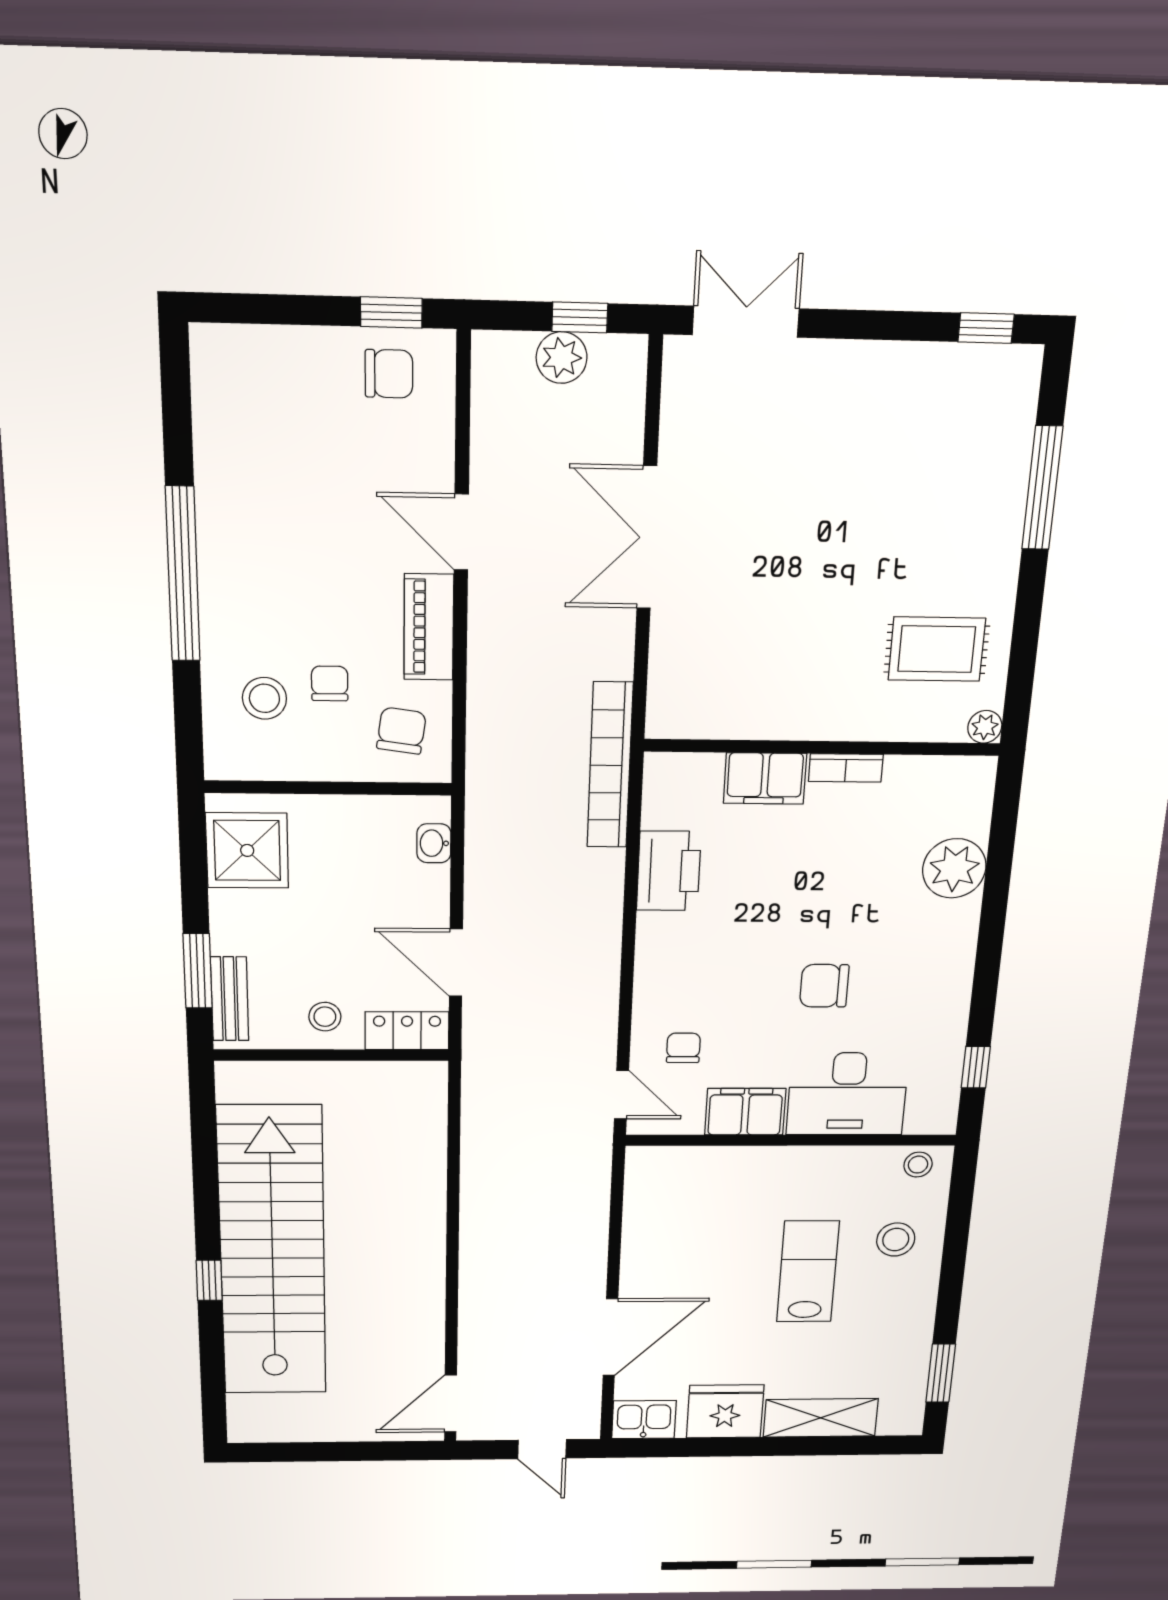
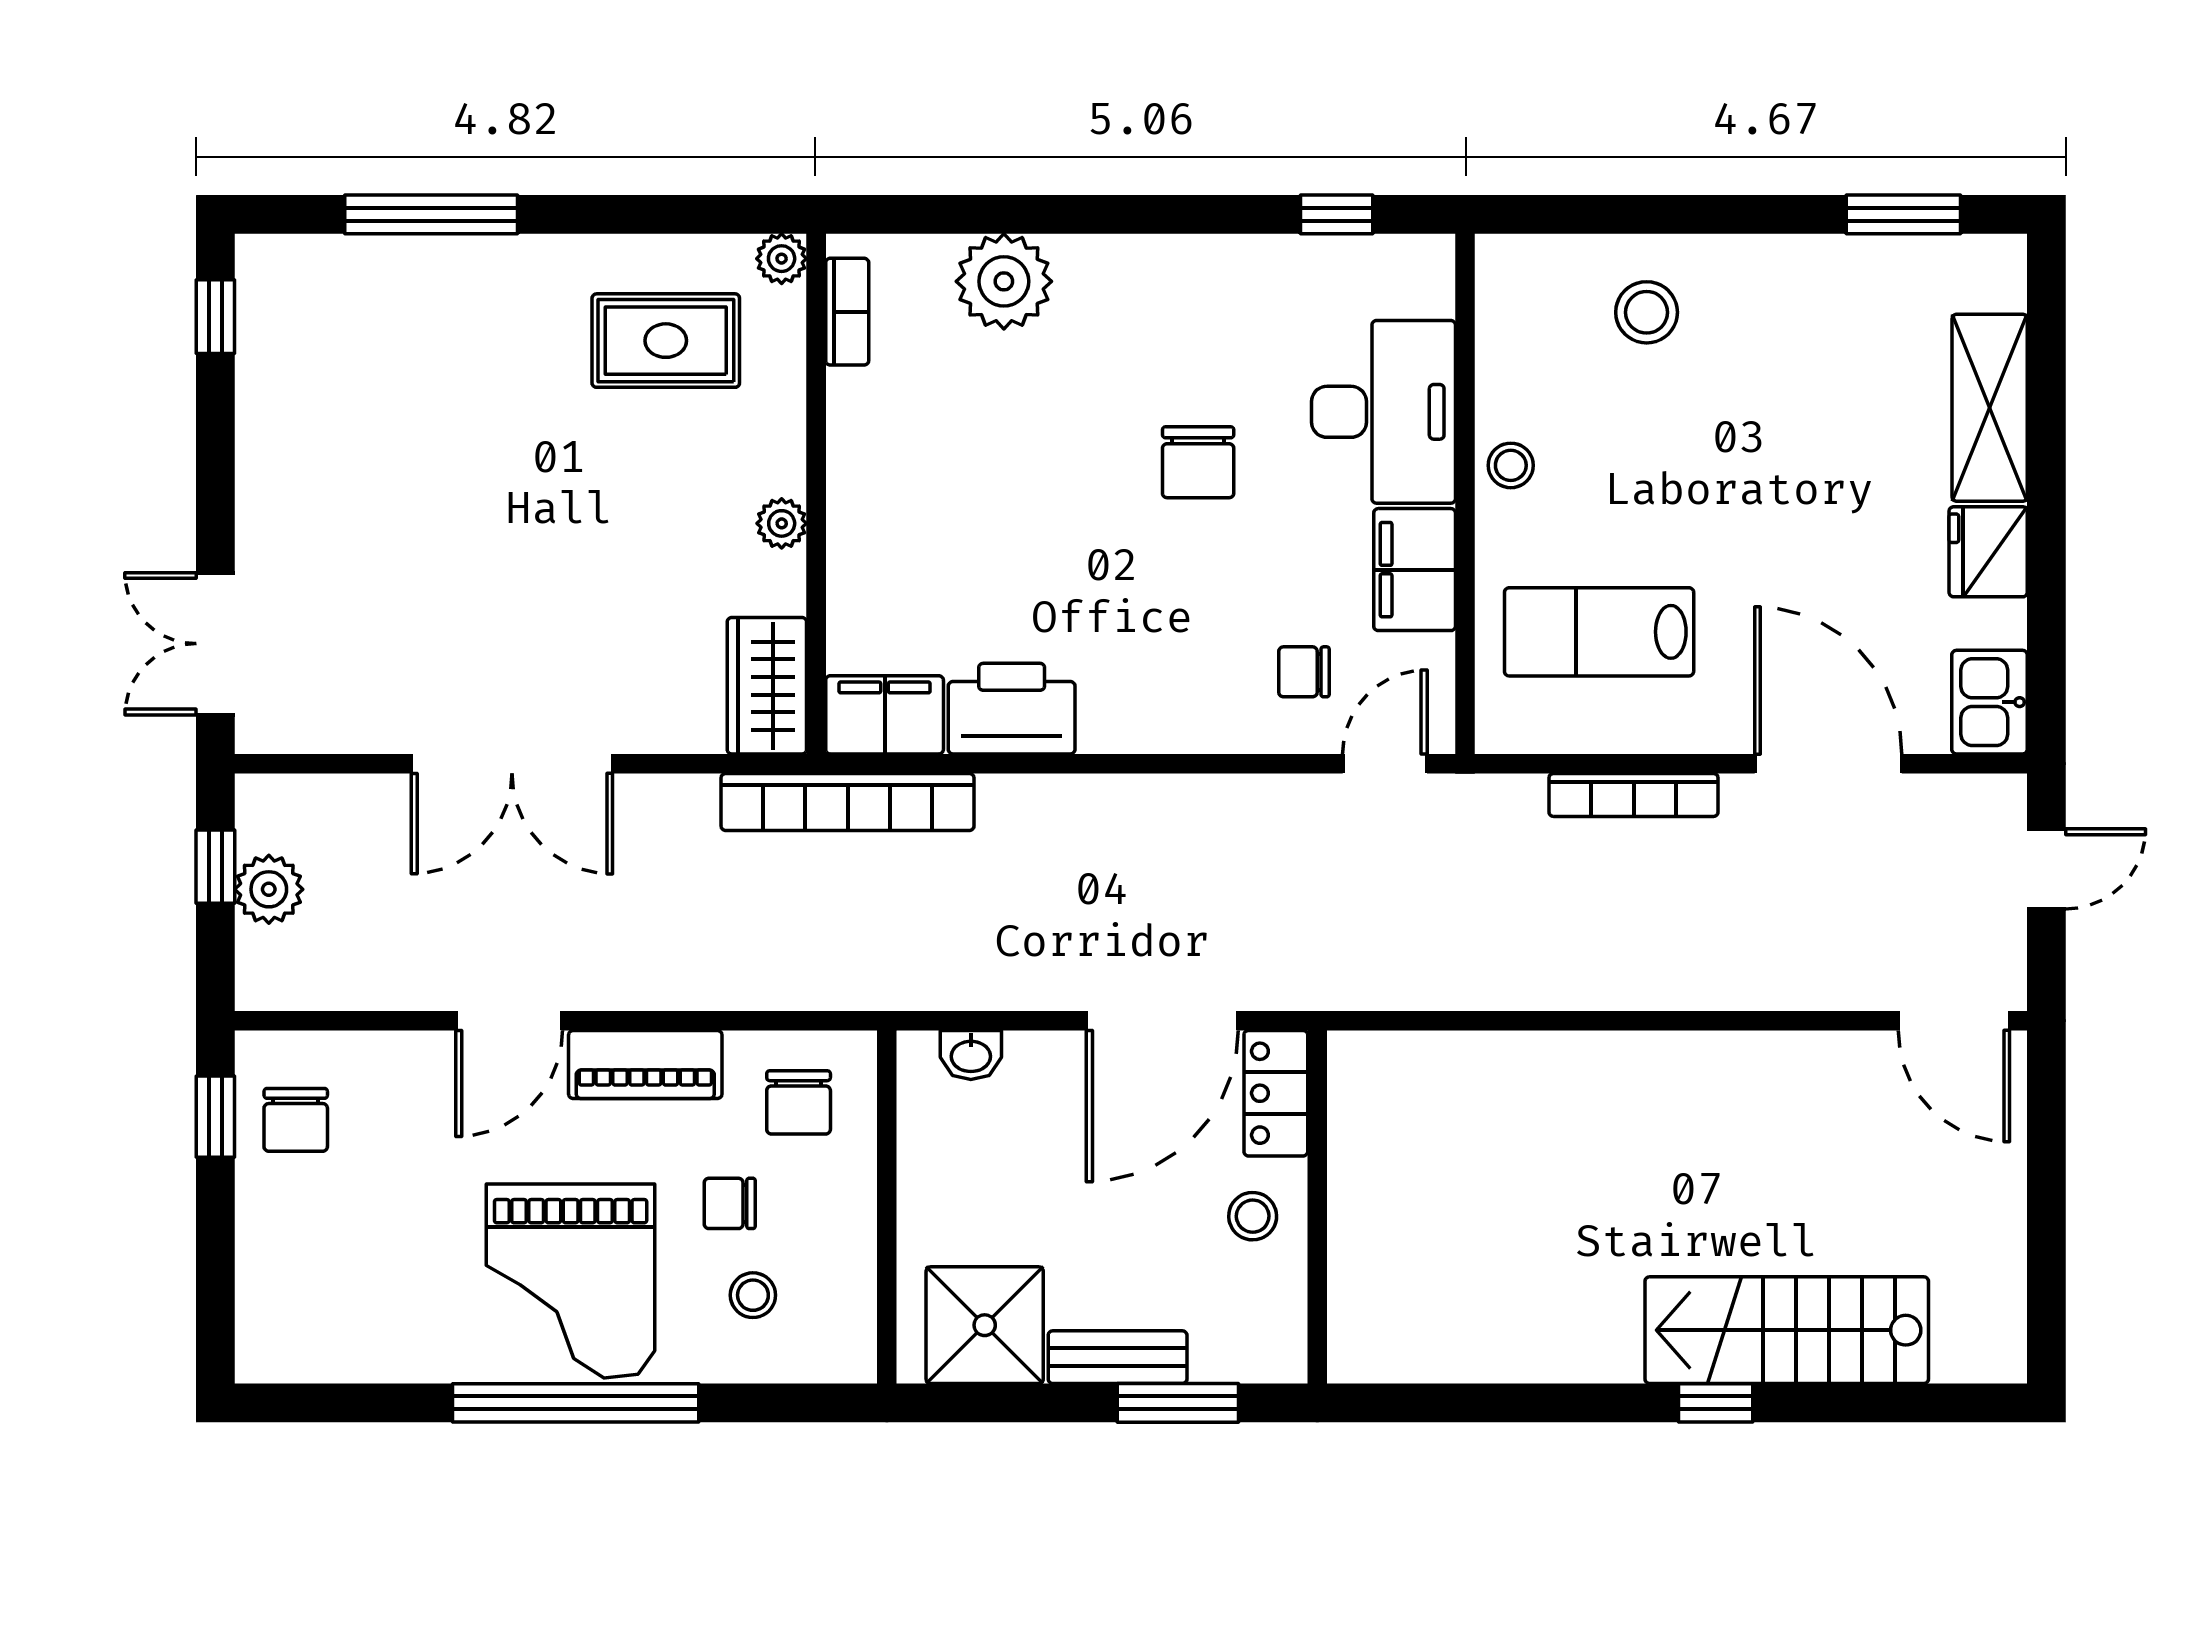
chair: (389, 374) -> (296, 1120), turned 180
grand piano: (272, 572) -> (571, 1281), added
rug: (937, 649) -> (666, 341), turned 90
stool: (264, 698) -> (753, 1295), width x0.73, depth x0.73
wardrobe: (693, 713) -> (767, 686), added
plant: (804, 725) -> (782, 523), added
chair: (401, 731) -> (799, 1102), turned -98
bookcase: (846, 768) -> (847, 312), moved
filing cabinet: (765, 778) -> (885, 715), moved, turned -90
door: (456, 963) -> (1162, 1021), width x1.36
bench: (230, 999) -> (1118, 1357), moved
stool: (918, 1165) -> (1511, 465), moved
bookcase: (595, 1234) -> (1634, 795), added
stairs: (272, 1252) -> (1787, 1330), width x0.54, depth x0.66
lab bench: (808, 1272) -> (1599, 632), moved
fridge: (725, 1411) -> (1988, 552), width x0.73, depth x0.75

